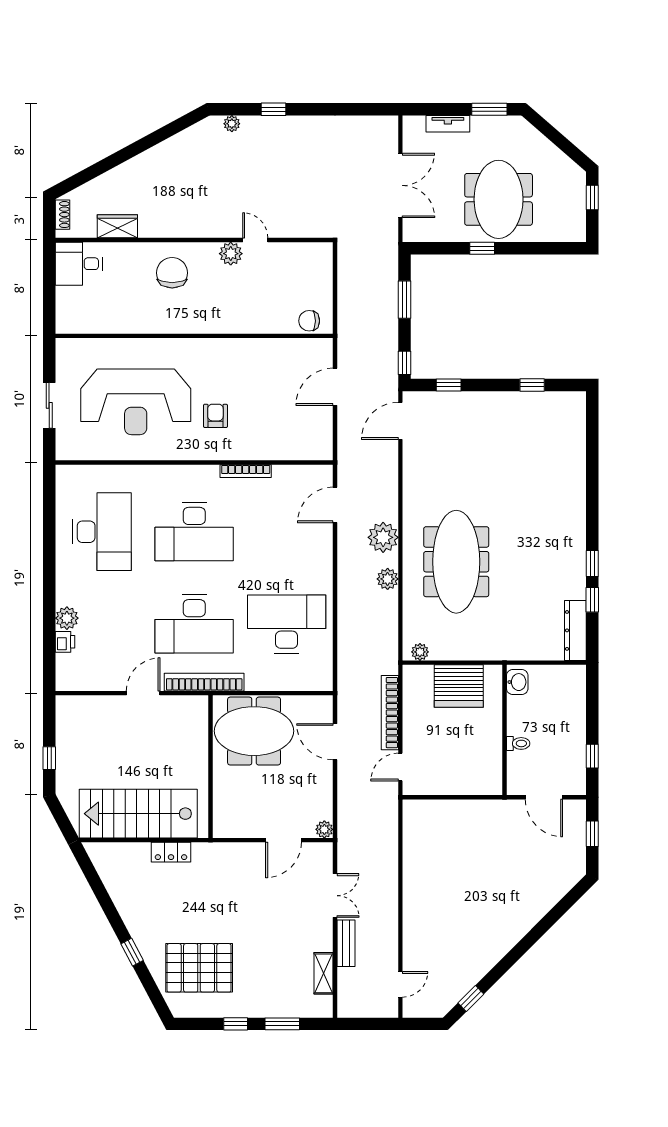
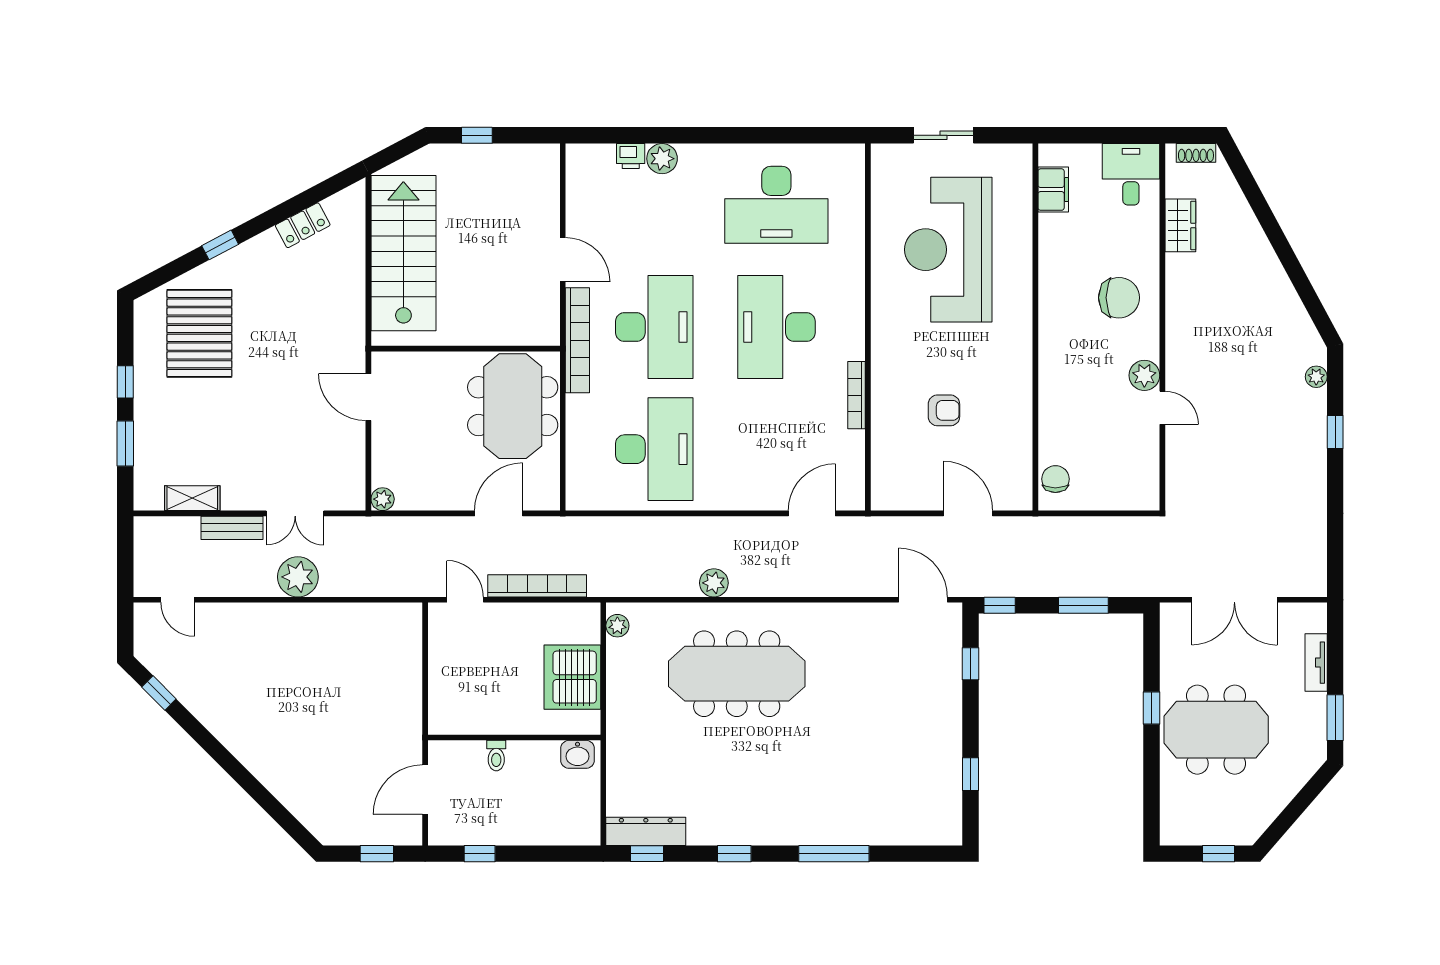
door: (255, 240) -> (1162, 408), hinge flipped
filing cabinet: (90, 322) -> (1053, 190), added
armchair: (215, 416) -> (944, 410), moved
window: (592, 488) -> (834, 854), added
door: (335, 505) -> (812, 513), hinge flipped
plant: (383, 537) -> (298, 577), moved
window: (592, 600) -> (647, 854), moved
desk: (194, 624) -> (654, 327), turned 180
door: (283, 840) -> (368, 397), moved
locker: (171, 852) -> (303, 225), moved, turned -118

